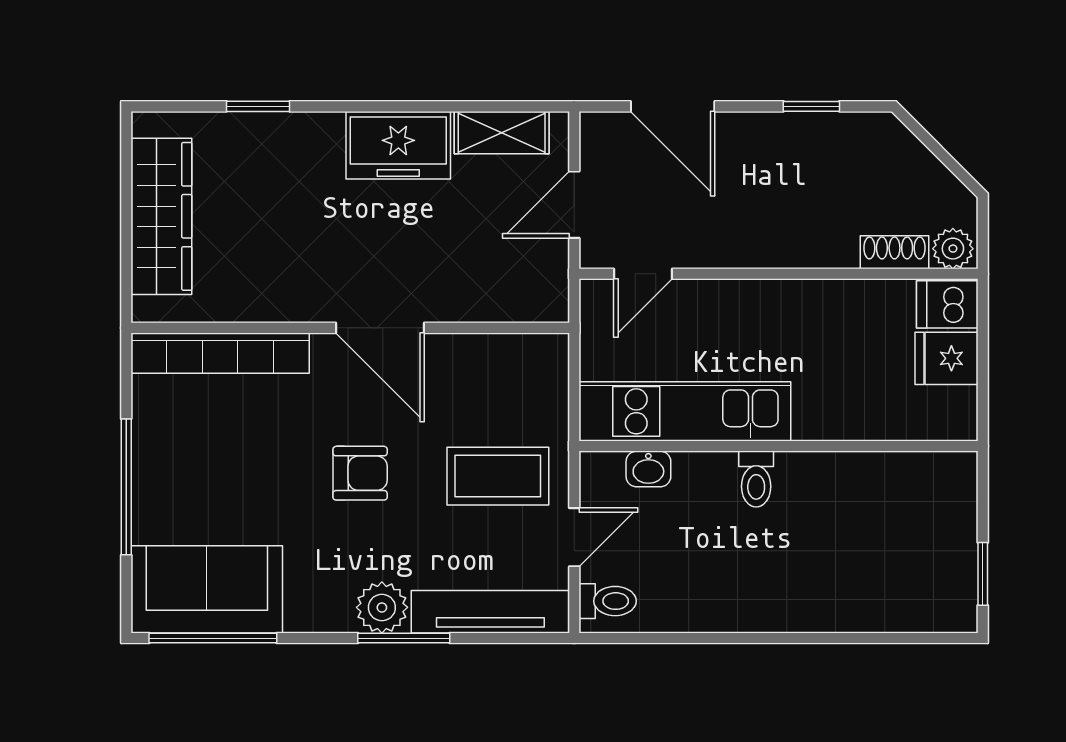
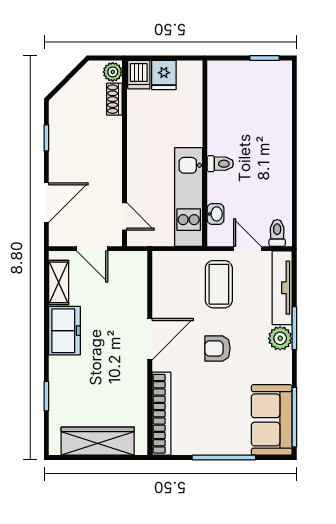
armchair: (360, 473) -> (217, 348), turned -90

